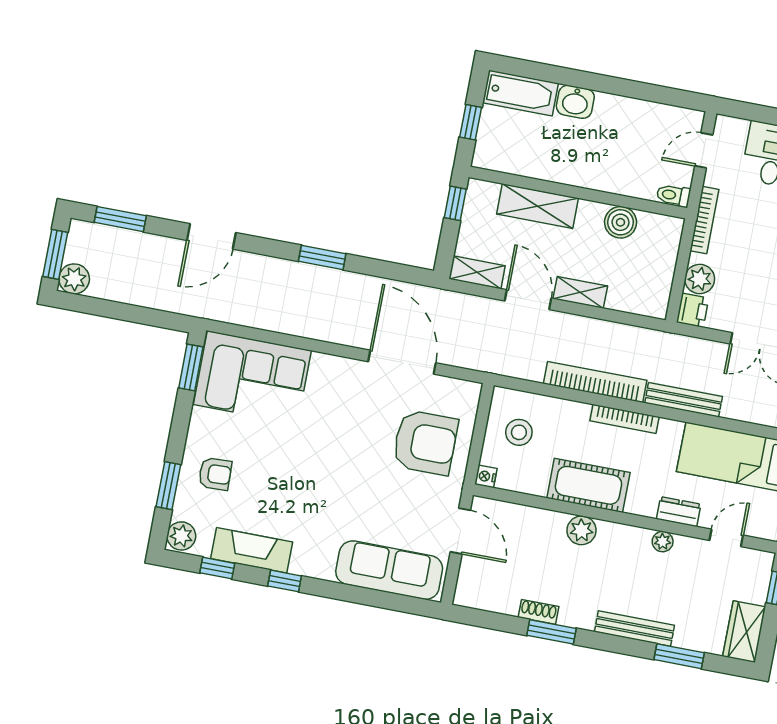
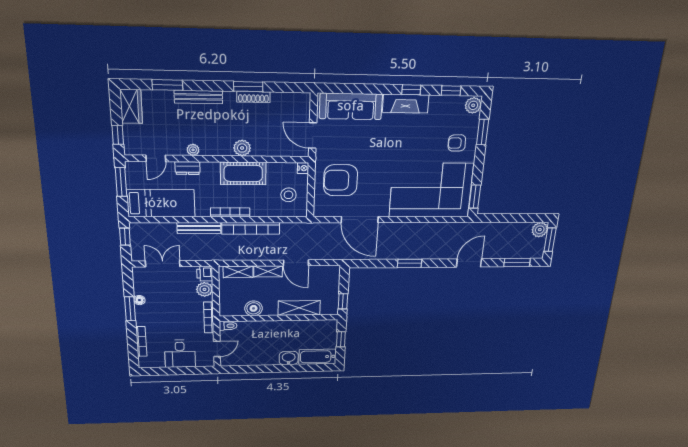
shelving: (477, 272) -> (238, 272), moved
corner sofa: (252, 378) -> (431, 190), width x1.36, depth x1.36
fireplace: (252, 550) -> (406, 104), moved
shoe rack: (538, 612) -> (253, 97), width x1.43

